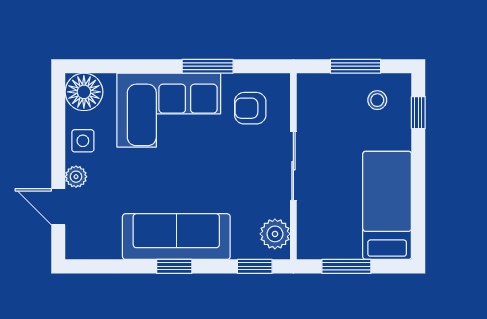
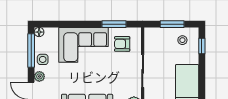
window: (208, 66) -> (114, 24), moved
floor lamp: (84, 92) -> (39, 32), width x0.53, depth x0.53
window: (58, 122) -> (31, 50), added

